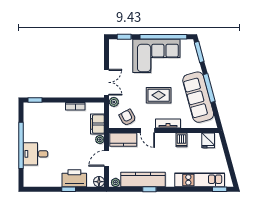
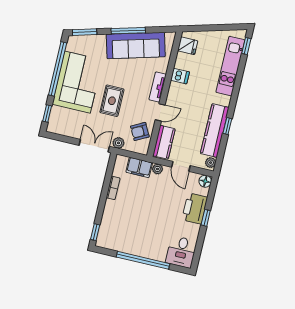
rug: (159, 95) -> (112, 101), moved
desk: (35, 154) -> (181, 252), moved

